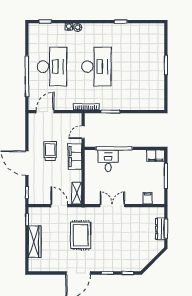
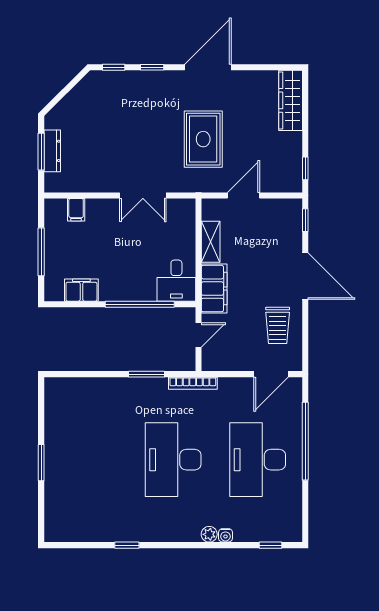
trolley: (50, 151) -> (278, 325), moved
filing cabinet: (156, 156) -> (81, 290), moved
desk: (108, 161) -> (176, 281), moved
shelving: (77, 193) -> (211, 242), moved
door: (59, 206) -> (244, 195), swing flipped
wardrobe: (35, 242) -> (291, 100), moved

